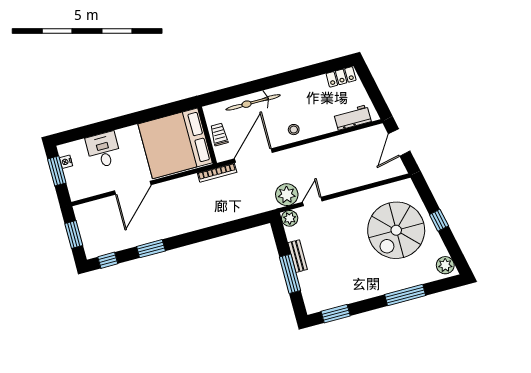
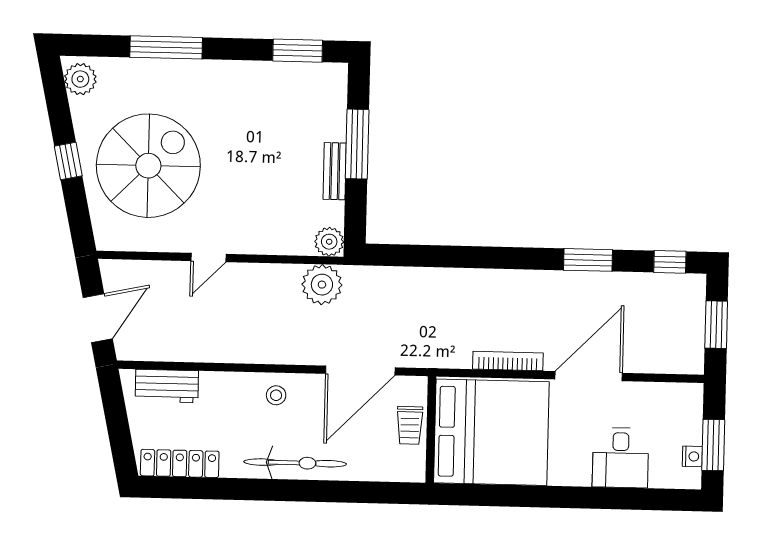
locker: (341, 77) -> (180, 463), width x1.53
bicycle: (253, 102) -> (295, 463), moved
bookcase: (217, 173) -> (508, 361), moved
door: (312, 202) -> (208, 257), moved

